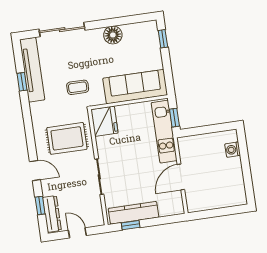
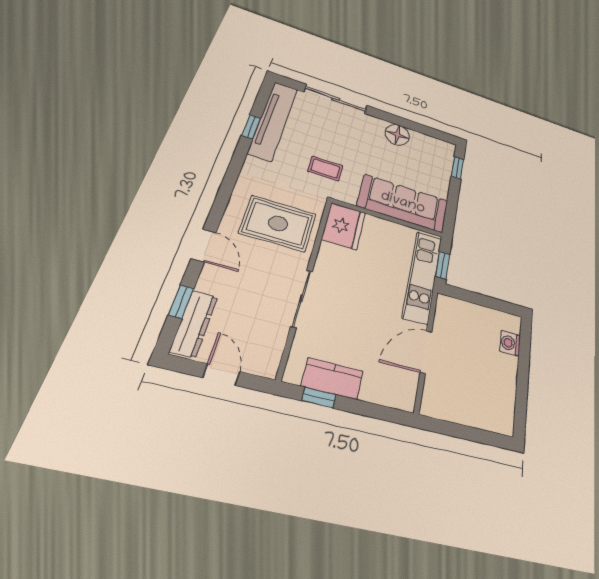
kitchen counter: (134, 213) -> (332, 379), width x0.67

